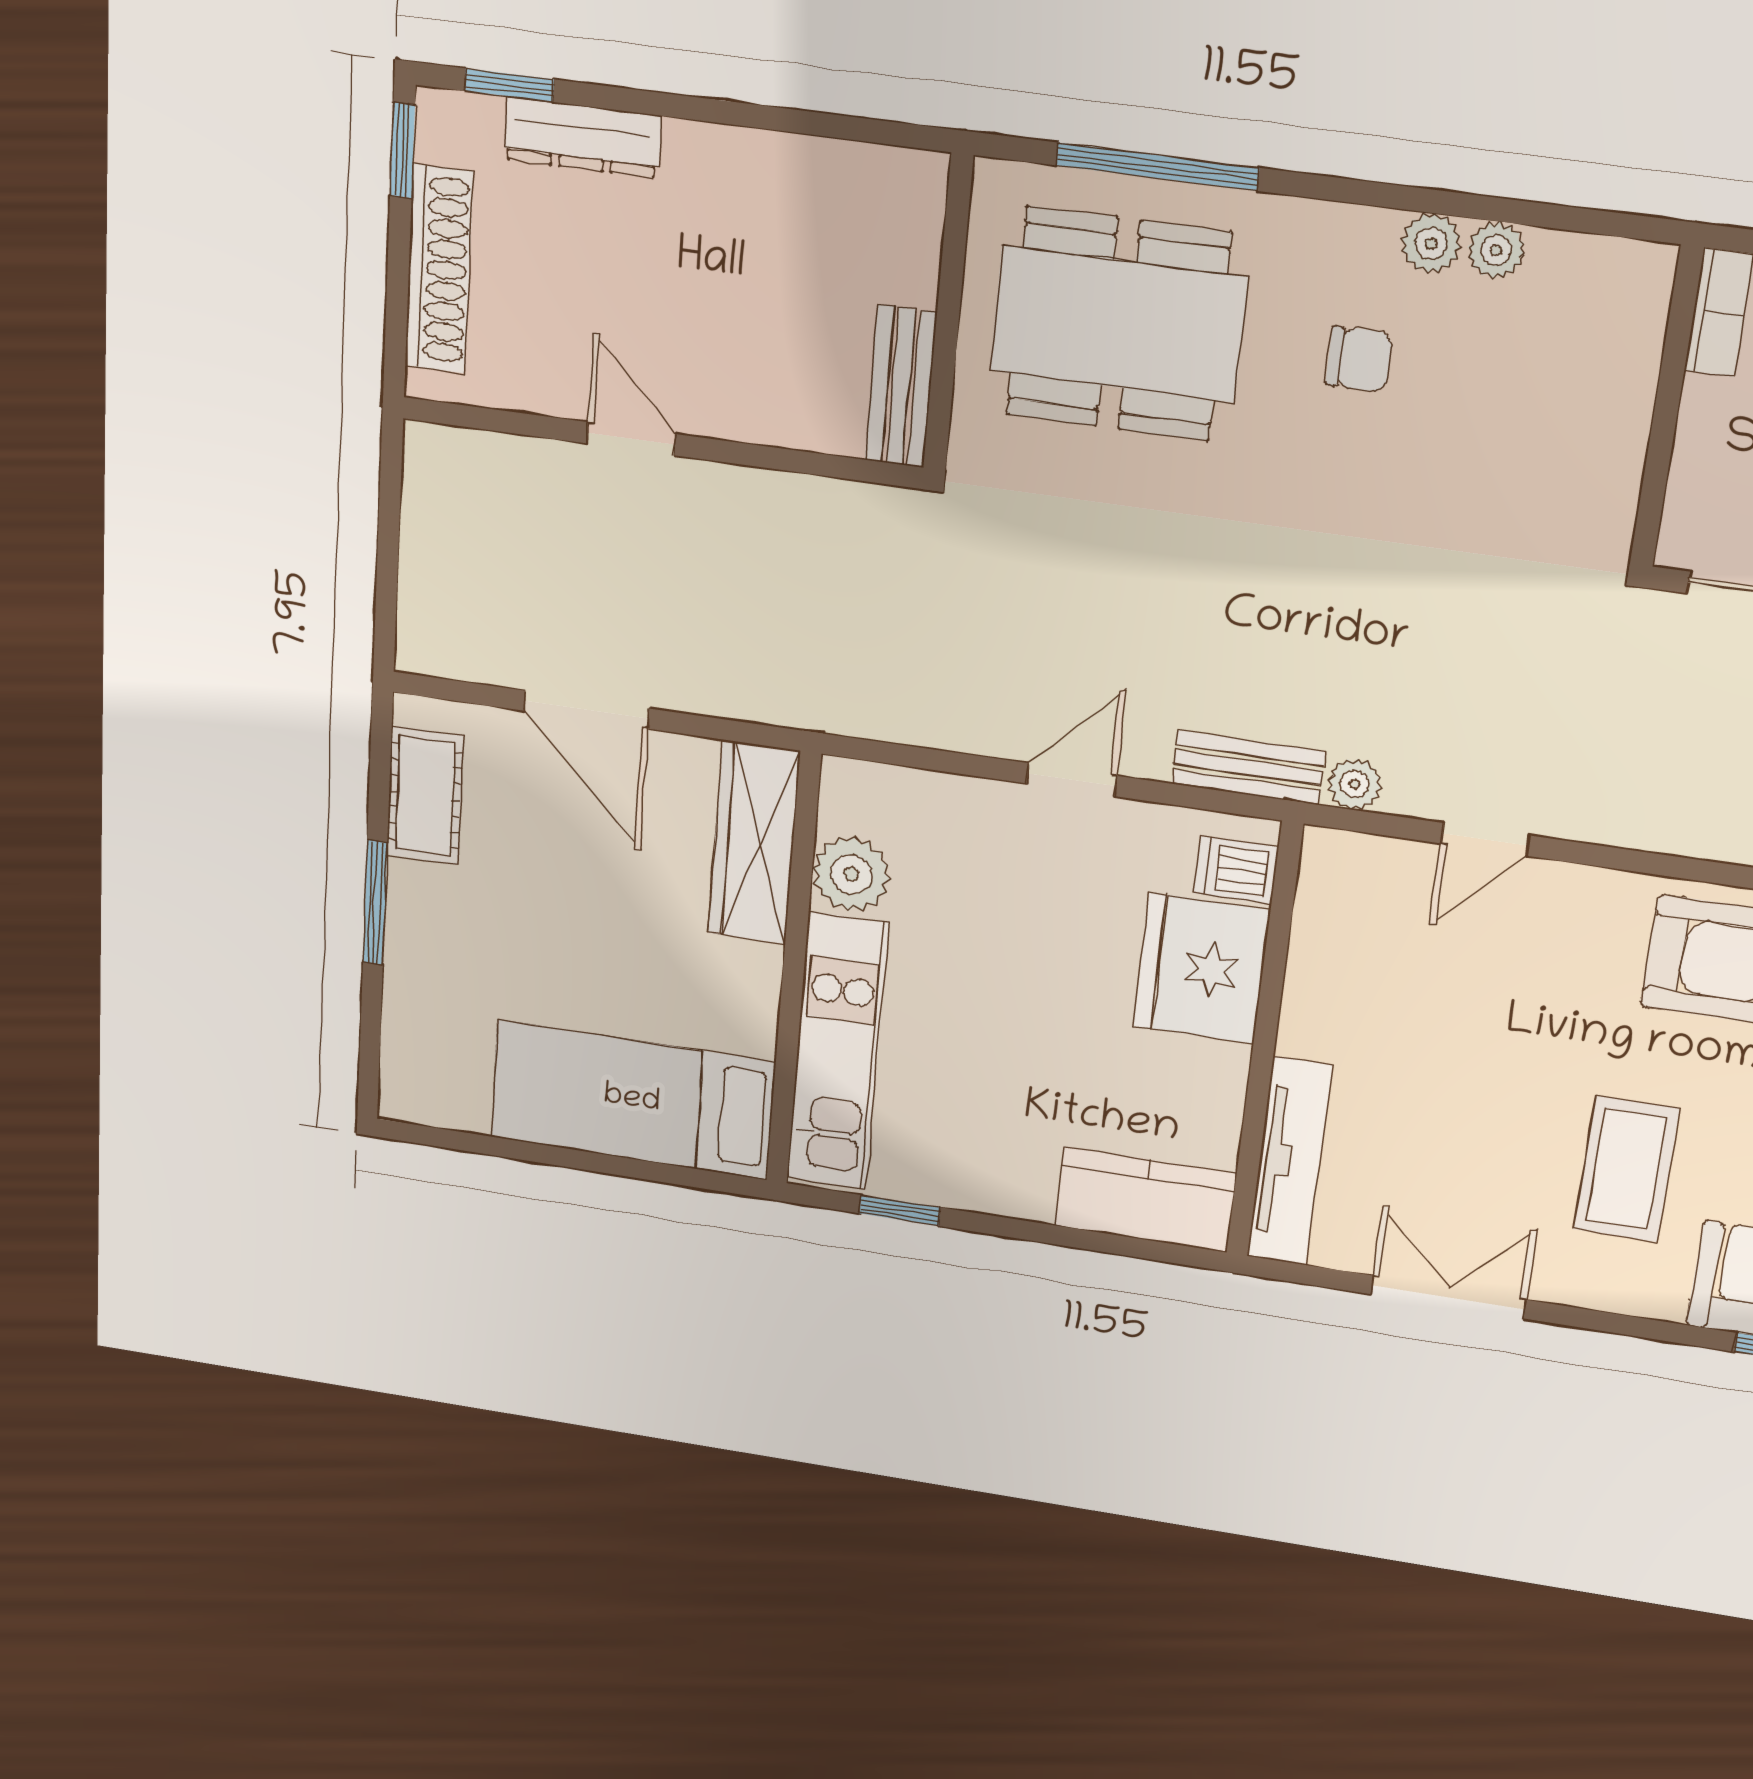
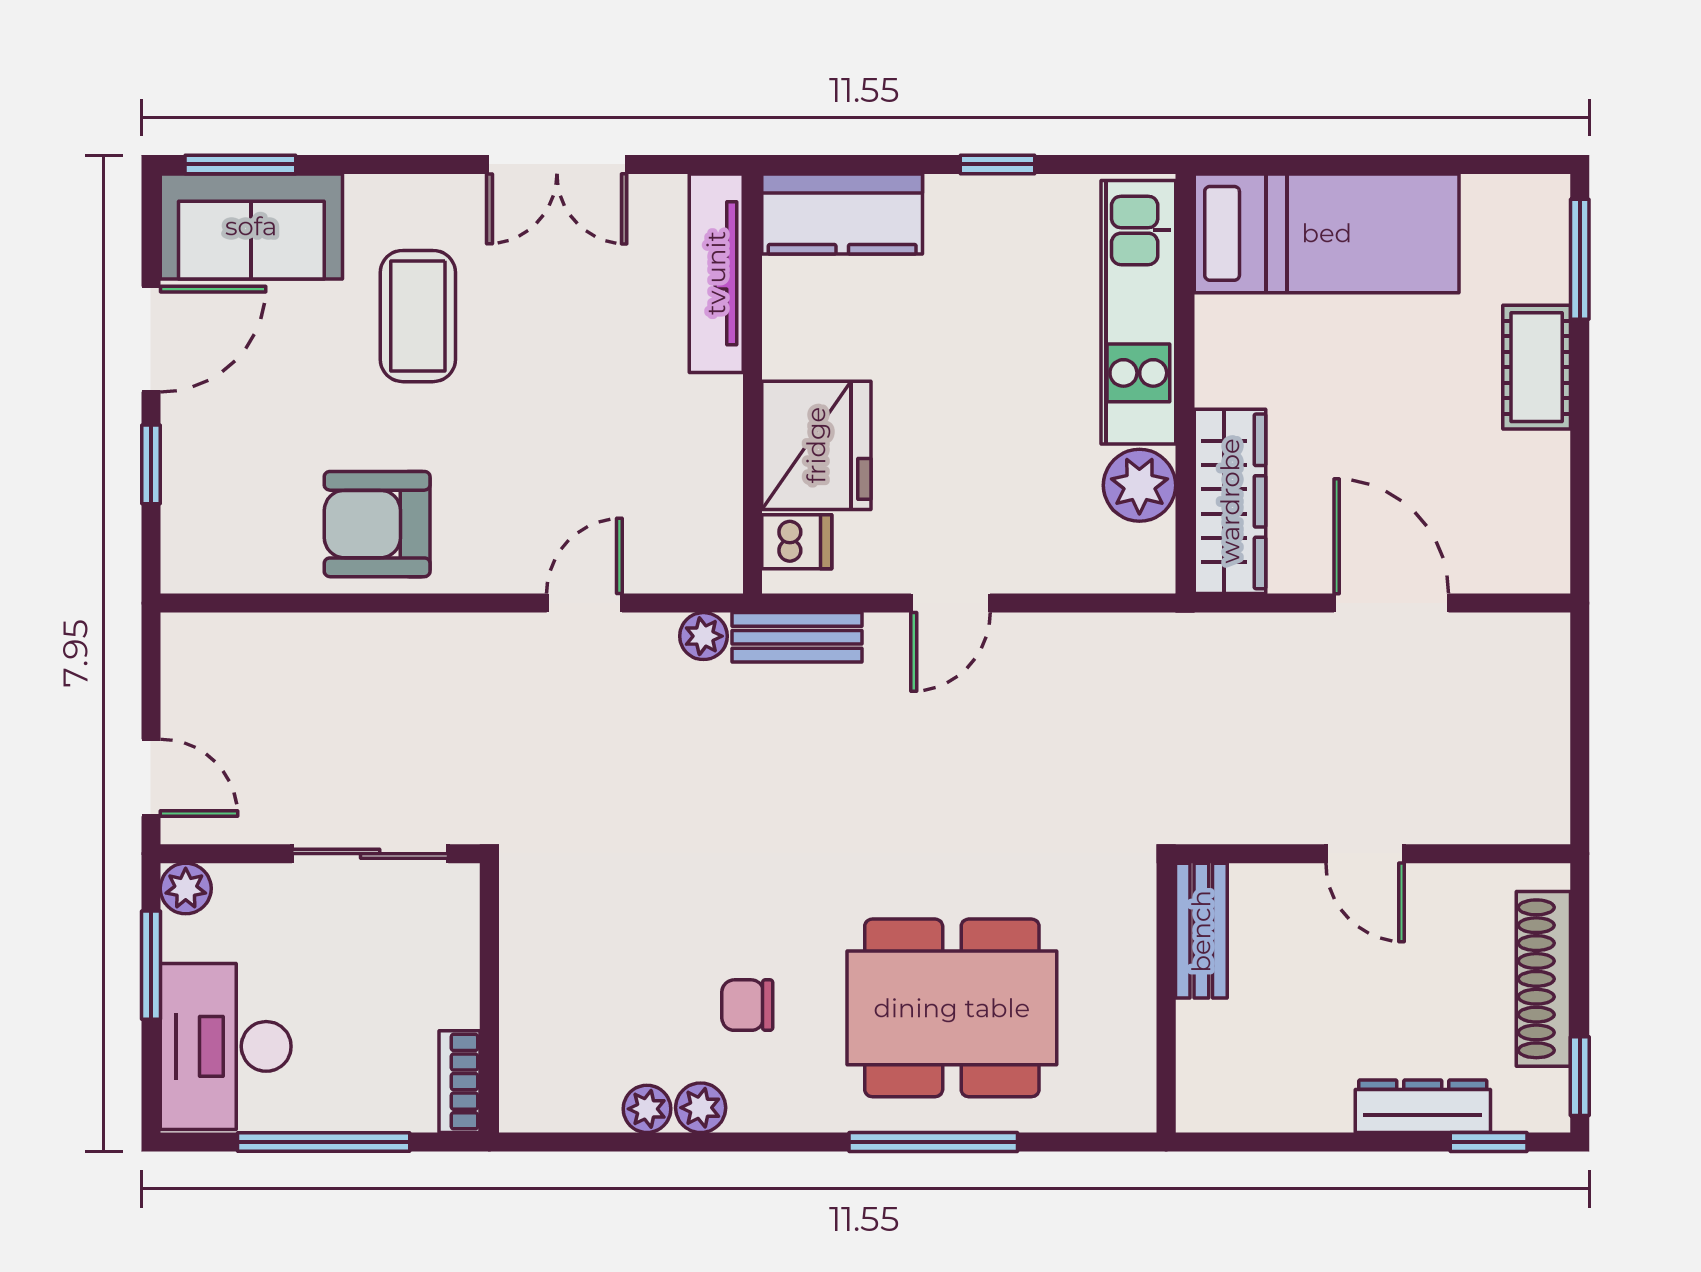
wall: (948, 314) -> (1166, 998), moved
bench: (901, 386) -> (1201, 931), moved
cot: (425, 796) -> (1537, 367), moved
window: (375, 903) -> (1580, 259), moved
window: (900, 1210) -> (998, 164), moved

